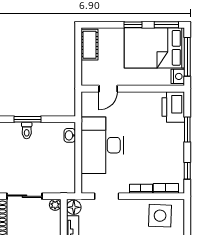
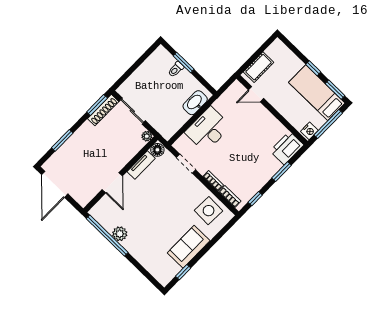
cot: (90, 45) -> (259, 67), moved
bed: (154, 48) -> (317, 93), width x0.67
washbasin: (70, 135) -> (195, 103), width x1.91, depth x1.45
desk: (102, 145) -> (208, 129), width x0.73, depth x0.77

